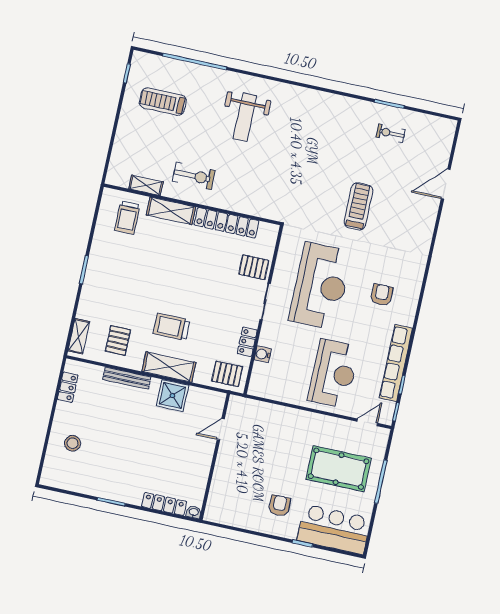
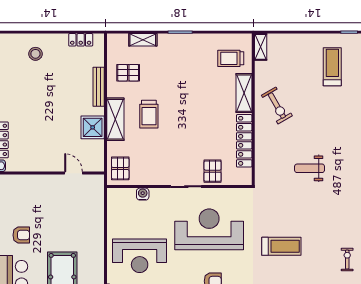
weight bench: (245, 117) -> (310, 168), moved, width x0.73, depth x0.75
exercise bike: (194, 176) -> (277, 106), turned -30
shelving: (146, 185) -> (261, 47), moved
reception desk: (320, 286) -> (209, 229), turned 180
trolley: (171, 327) -> (149, 114), turned 180
shelving: (79, 336) -> (143, 40), moved
locker: (247, 342) -> (150, 179), removed

